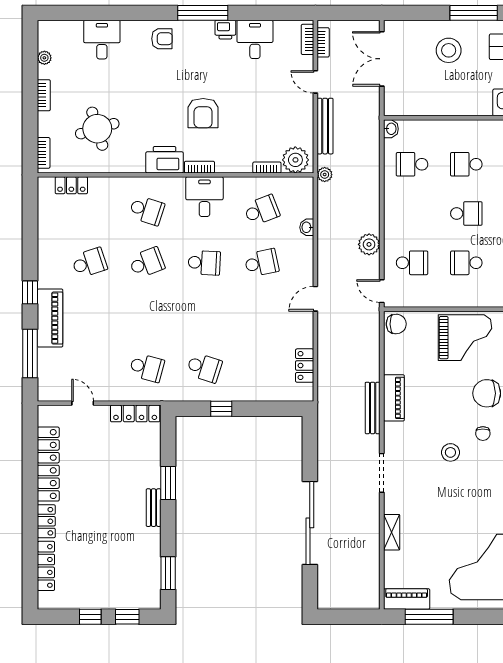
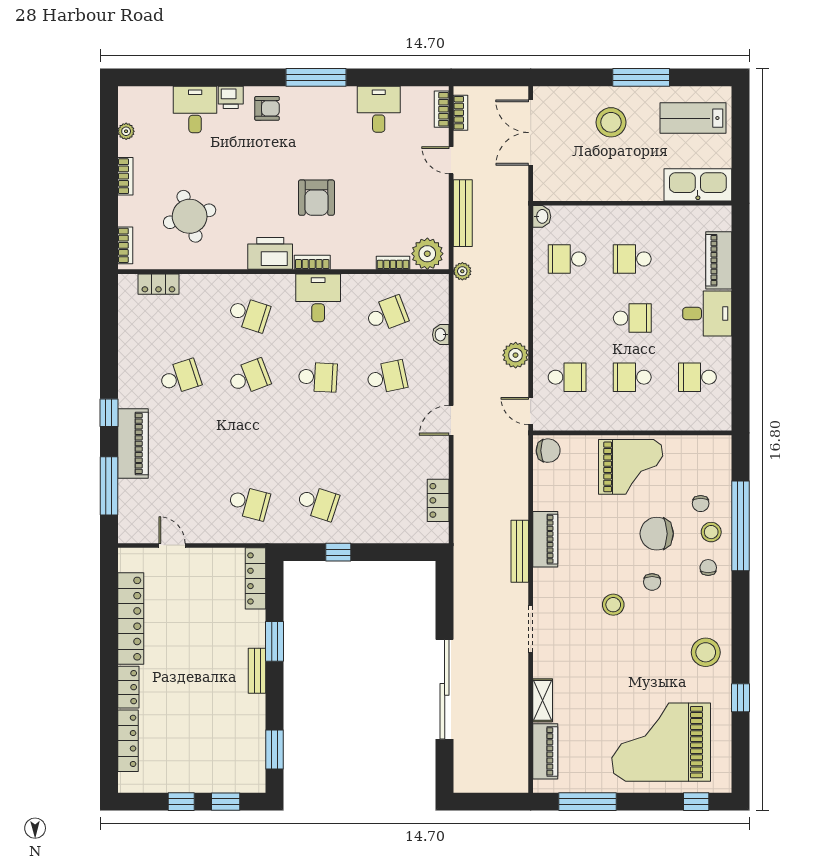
printer: (225, 30) -> (231, 97), moved
locker: (135, 413) -> (256, 578), moved, turned 90
piano: (407, 599) -> (545, 751), moved, turned 90

